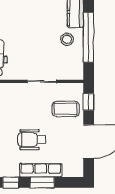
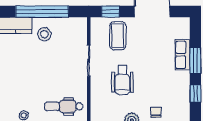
wheelchair: (32, 140) -> (122, 80), moved
row of seats: (41, 170) -> (183, 55), width x0.68

